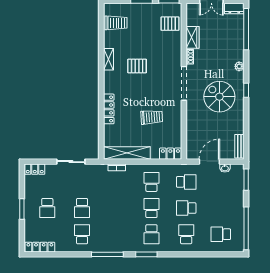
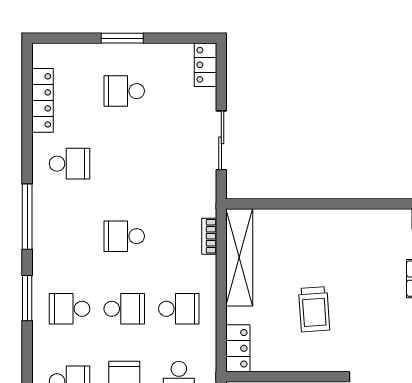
locker: (109, 109) -> (331, 219), removed
school desk: (82, 208) -> (124, 236), moved
locker: (40, 247) -> (42, 100), moved

